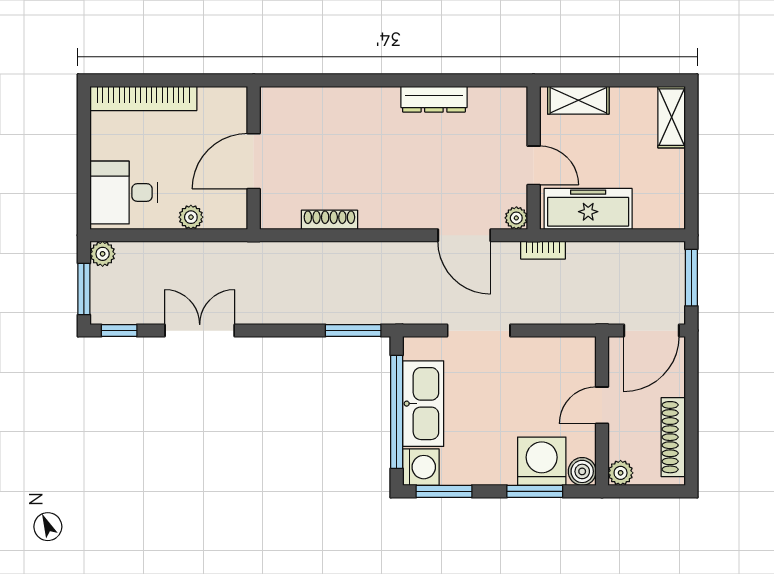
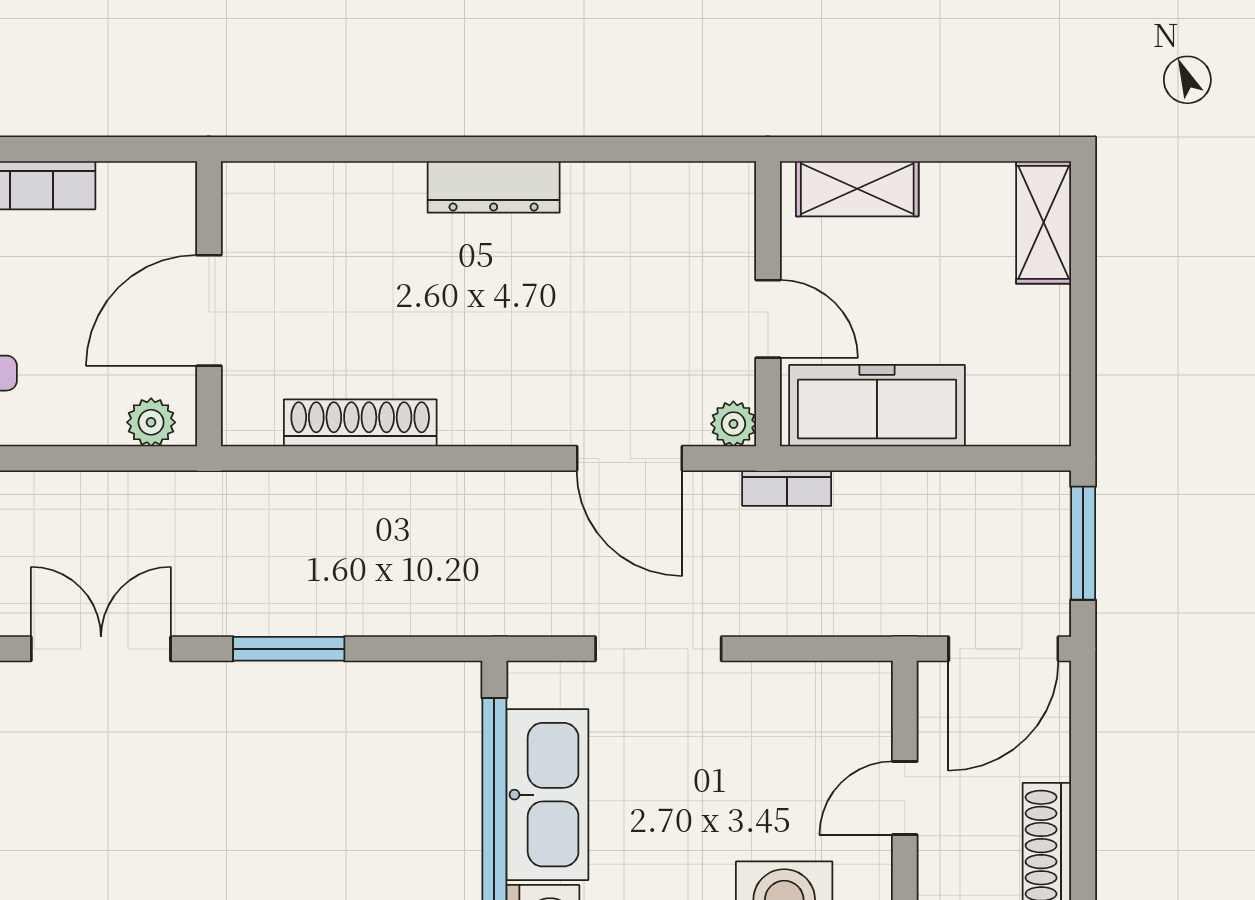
dresser: (434, 99) -> (494, 187), moved
plant: (191, 217) -> (151, 422), moved
shoe rack: (329, 220) -> (360, 423), width x1.36, depth x1.24
window: (353, 331) -> (289, 649), moved

